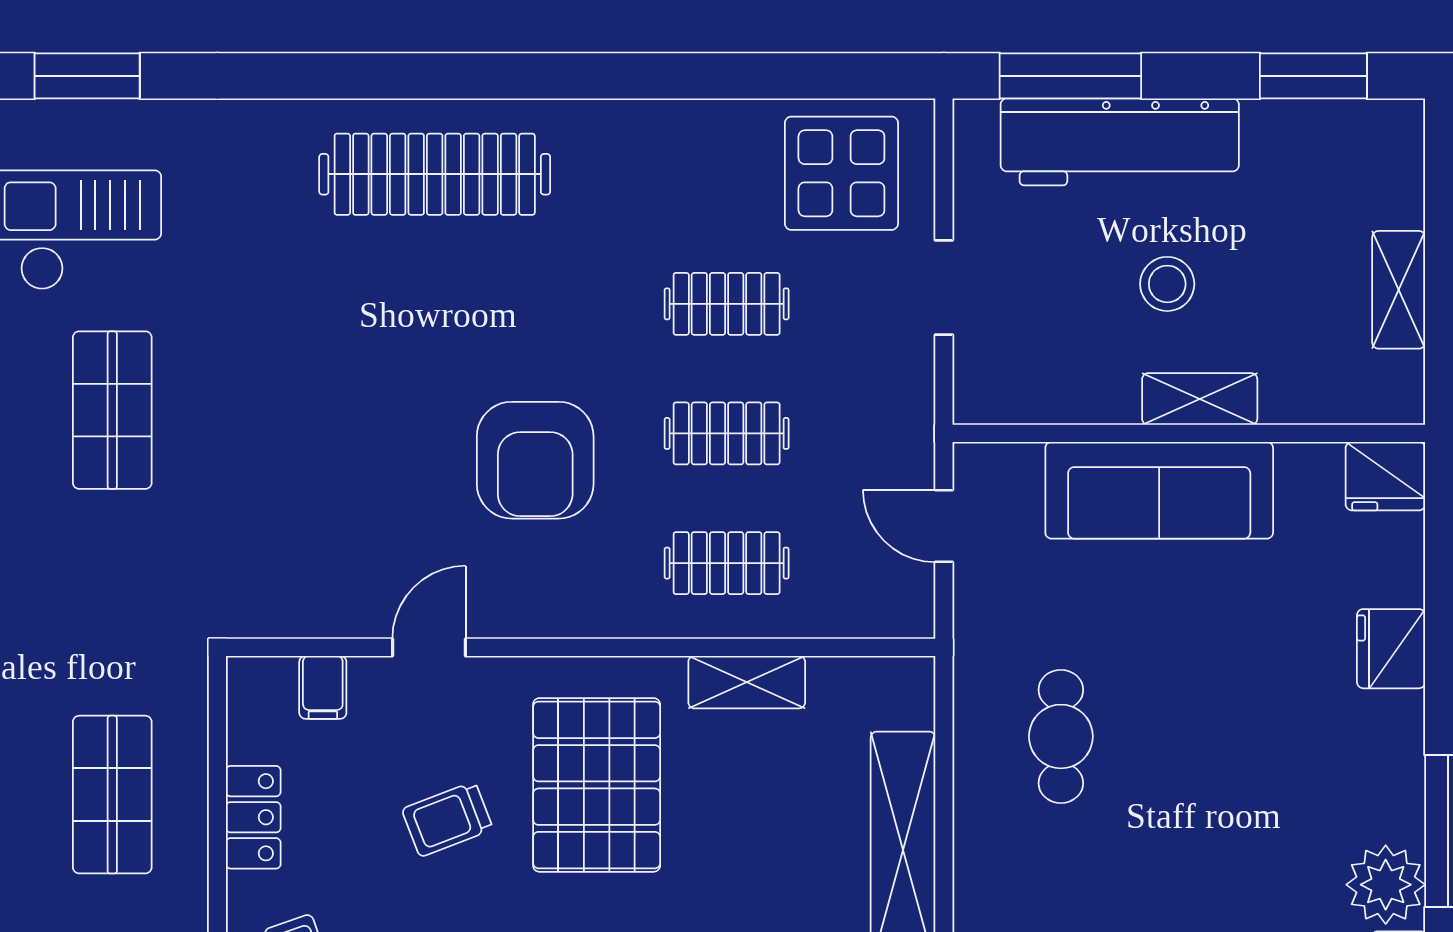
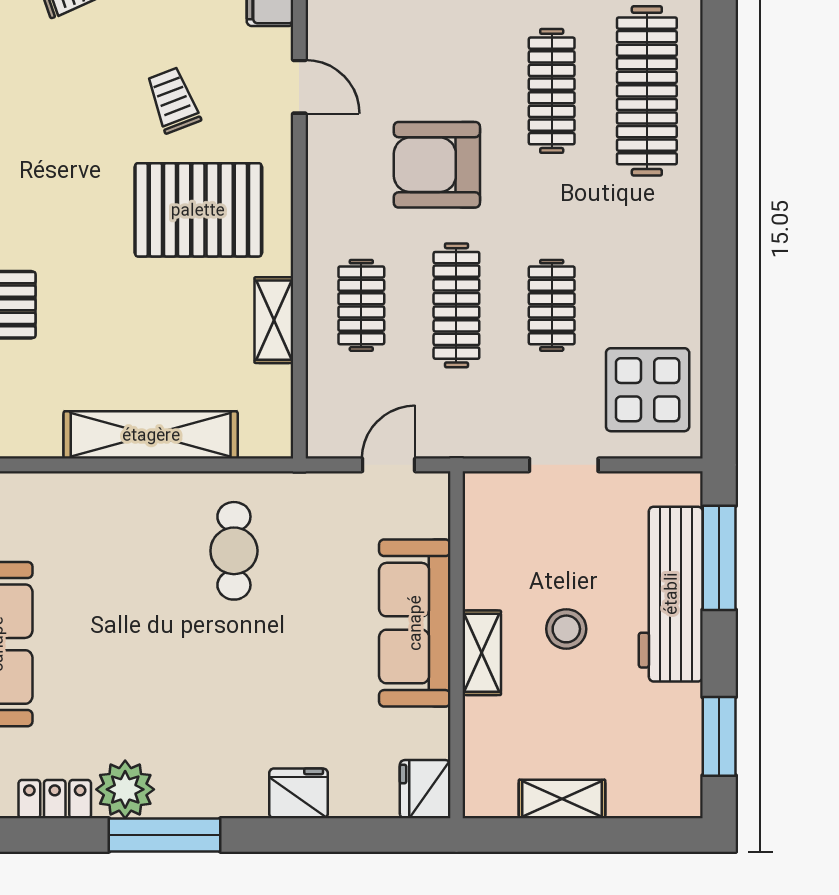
clothes rail: (435, 304) -> (552, 91), added
clothes rail: (727, 433) -> (456, 305), width x1.36
cafe table: (1061, 736) -> (234, 551), turned 90

